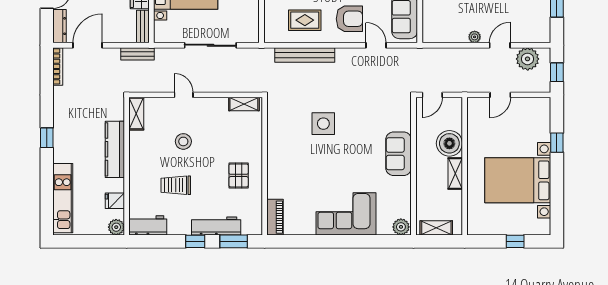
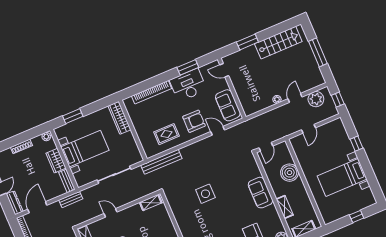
bench: (305, 55) -> (161, 162), moved
shelving: (455, 173) -> (285, 207), moved
bed with nightstands: (518, 180) -> (342, 178), width x0.73

